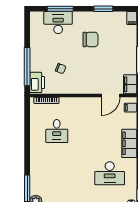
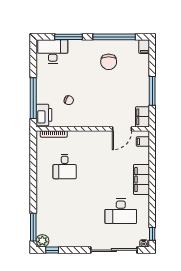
window: (103, 9) -> (114, 37), width x2.11
desk: (58, 23) -> (53, 51), moved
chair: (91, 39) -> (109, 62), moved, turned 90

